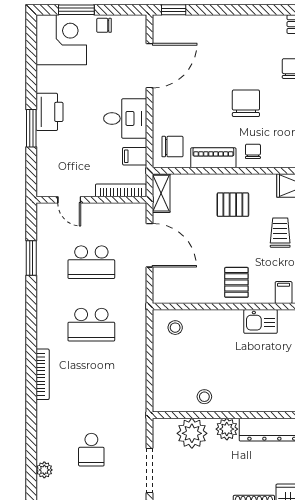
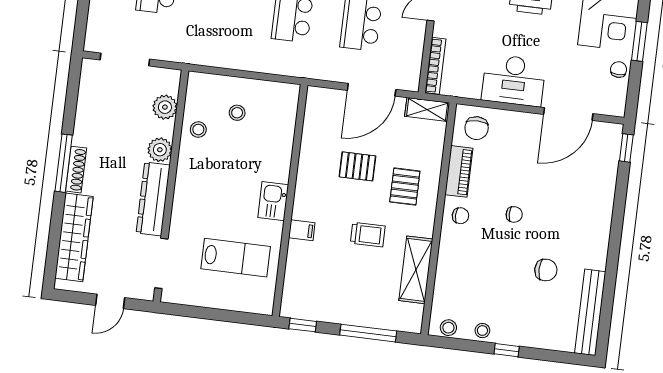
door: (150, 66) -> (568, 114), hinge flipped
chair: (246, 103) -> (514, 214), width x0.54, depth x0.54
desk: (125, 118) -> (514, 80), width x1.37
filing cabinet: (135, 156) -> (471, 86), removed
pallet: (236, 282) -> (357, 166), moved
stool: (175, 328) -> (237, 113), moved
plant: (192, 433) -> (165, 107), width x0.73, depth x0.73

